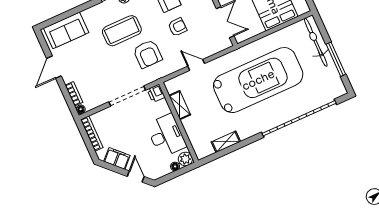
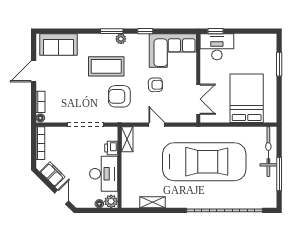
armchair: (148, 54) -> (119, 96), turned 90
printer: (156, 93) -> (111, 148), moved
shelving: (180, 105) -> (127, 139), moved

